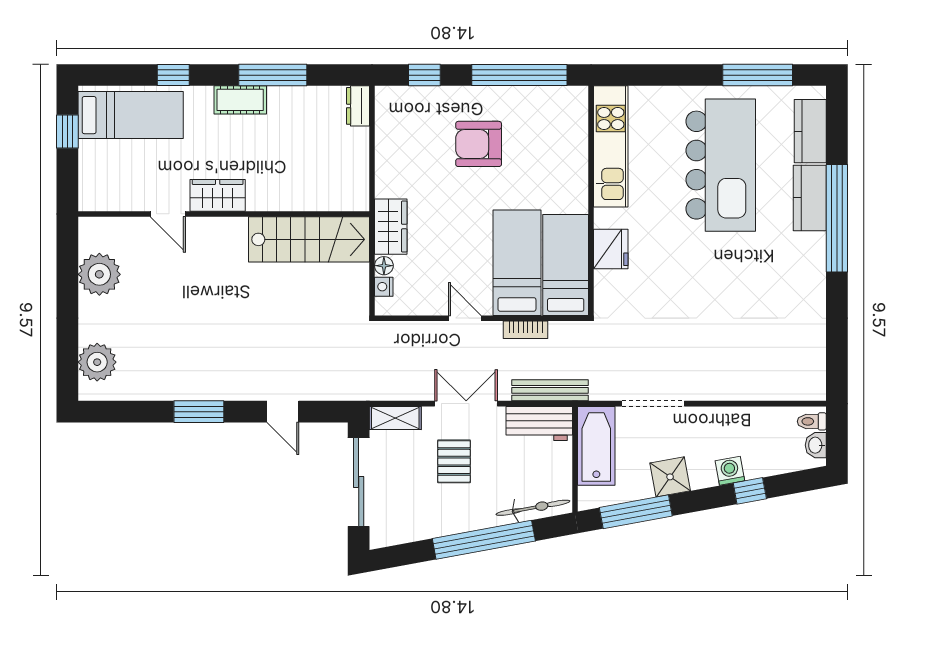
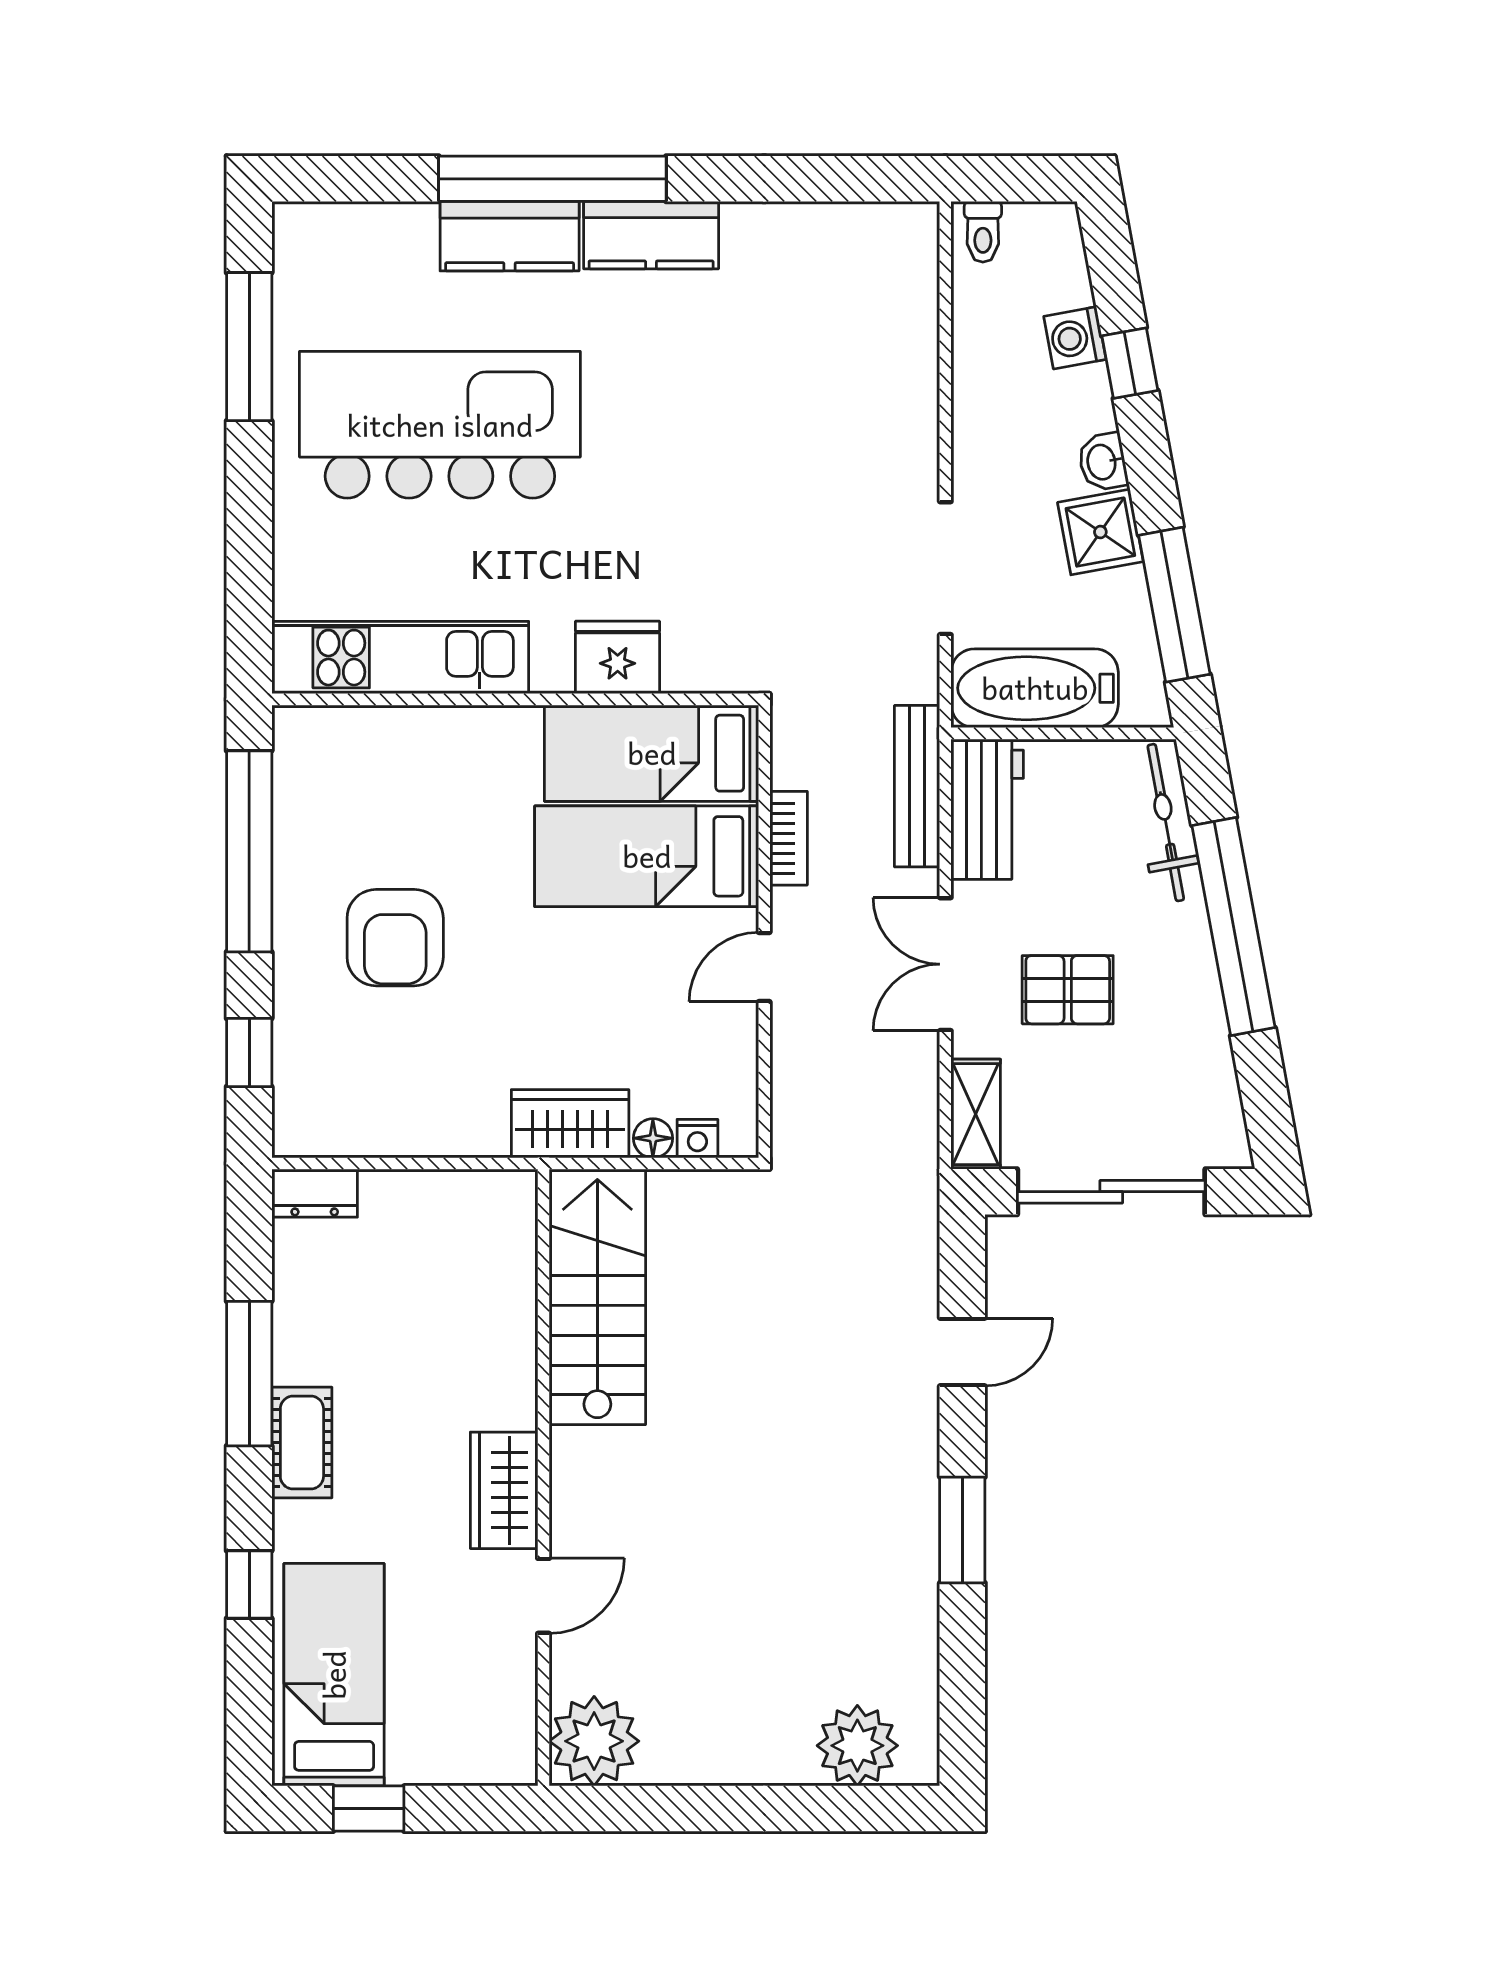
kitchen counter: (810, 131) -> (651, 235), moved
plant: (99, 274) -> (594, 1741), moved
washbasin: (816, 445) -> (1103, 462), moved, turned 80
washing machine: (730, 471) -> (1075, 338), moved

